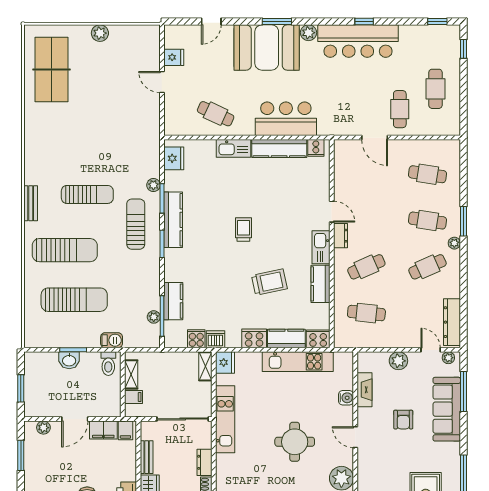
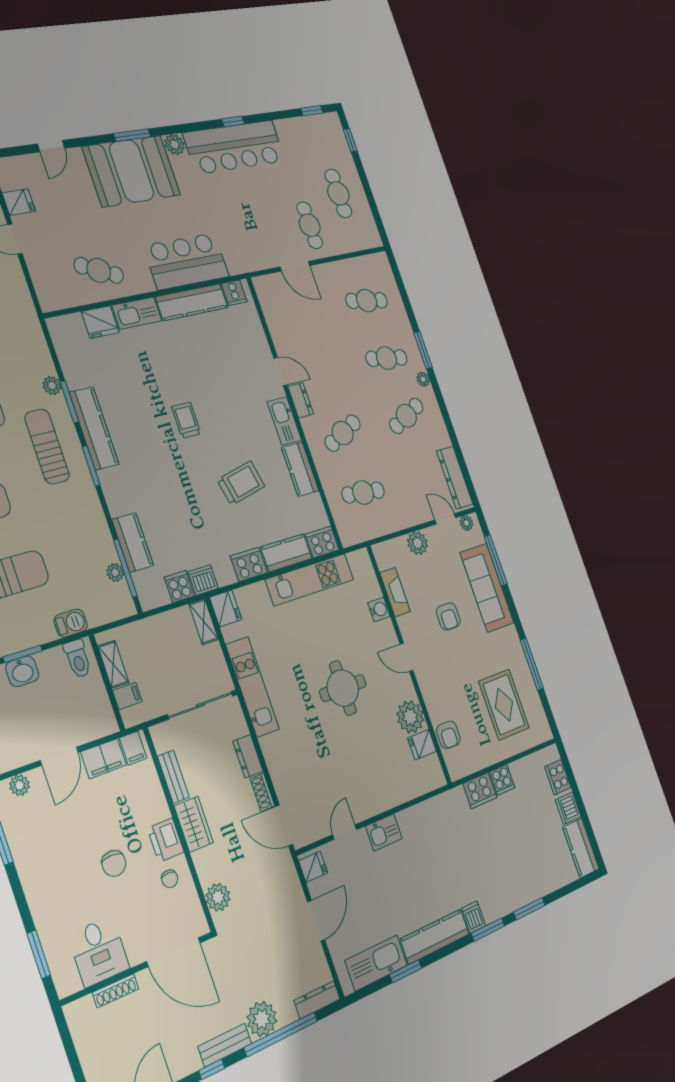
fridge: (174, 158) -> (100, 322), moved, turned 90

